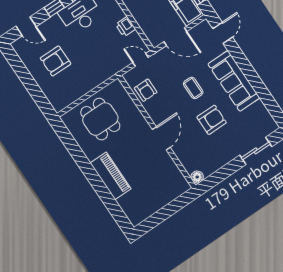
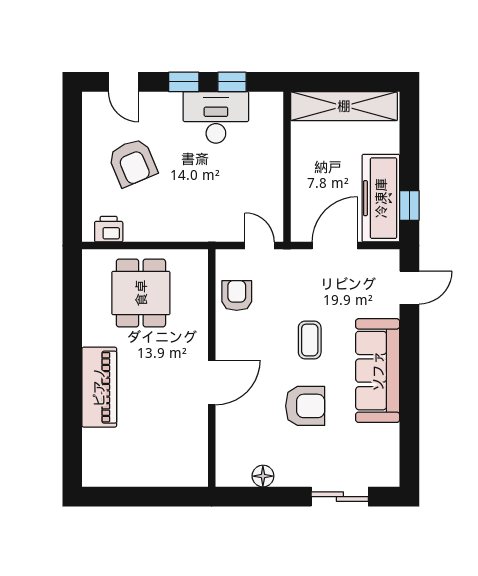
printer: (126, 27) -> (109, 229), moved, turned 90
door: (175, 37) -> (335, 246), swing flipped
armchair: (56, 61) -> (133, 162), turned -113
armchair: (146, 90) -> (237, 296), turned 180
floor lamp: (197, 177) -> (263, 476), moved

